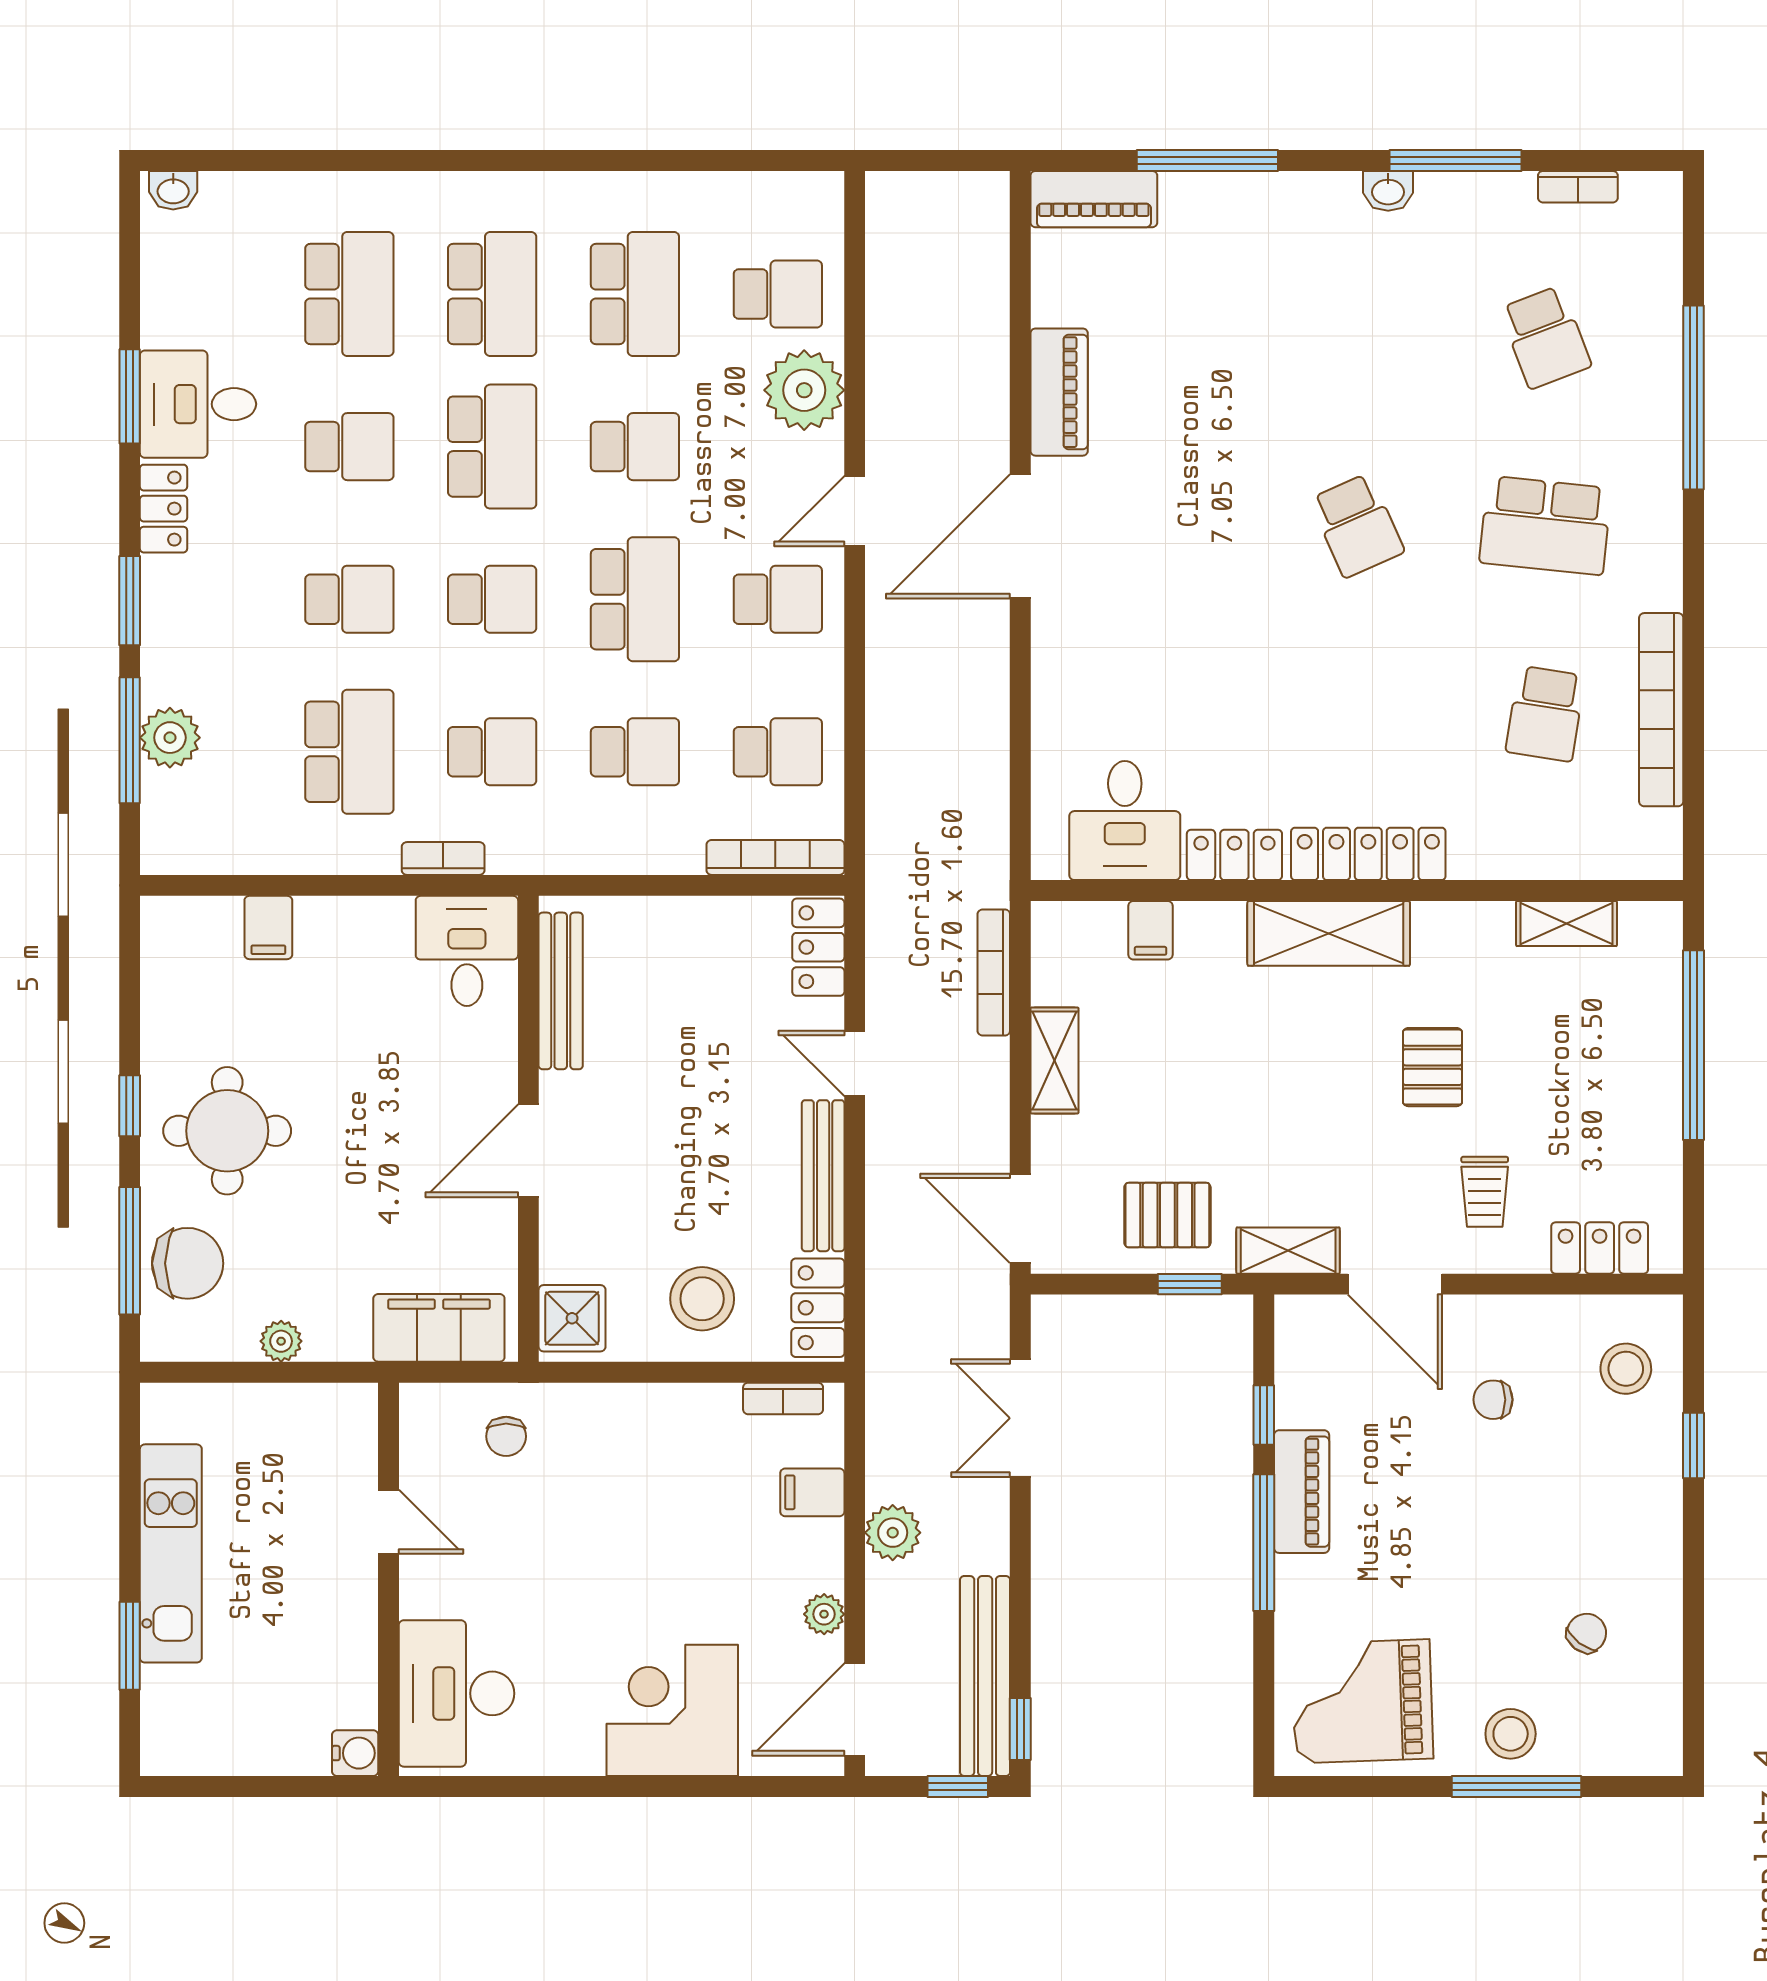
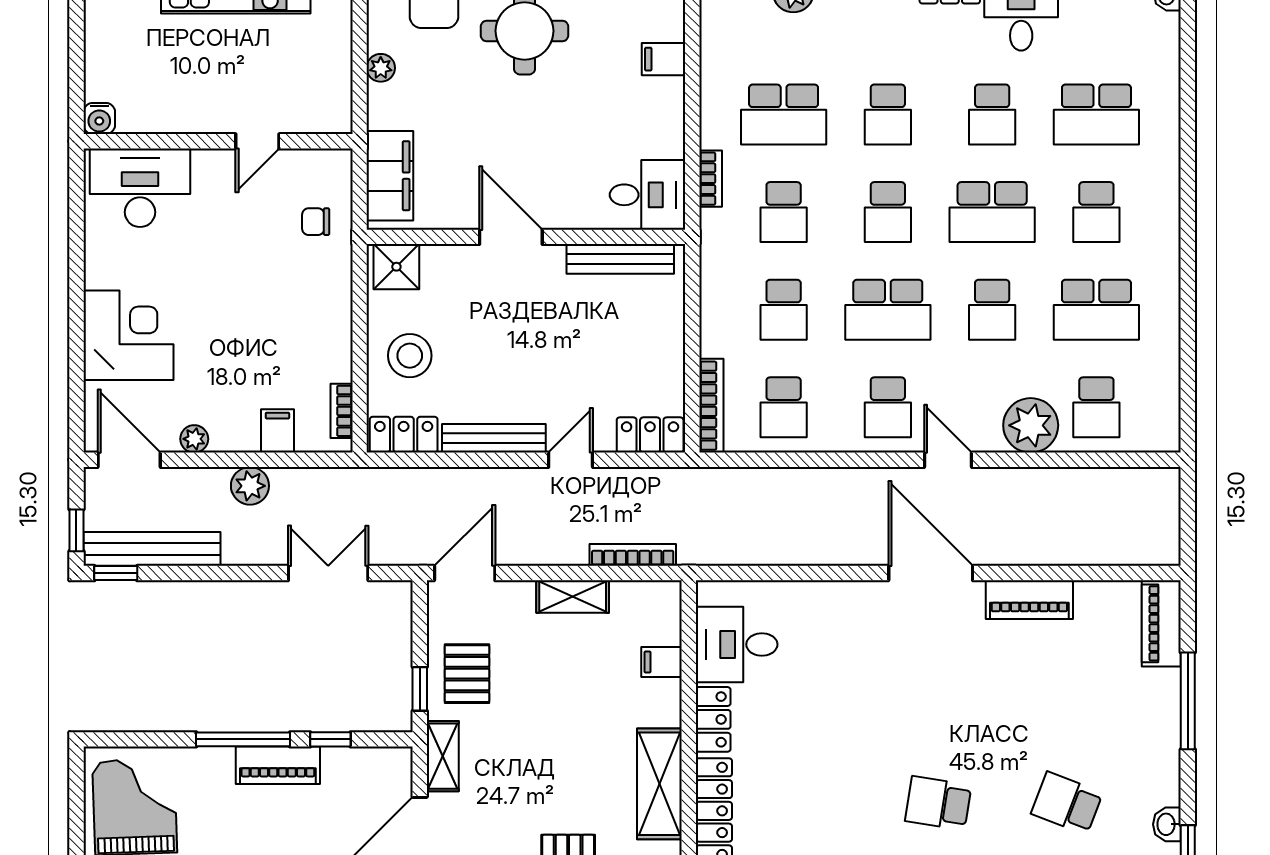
school desk: (492, 294) -> (1096, 212), width x0.54
school desk: (1357, 337) -> (1067, 803), added
school desk: (1357, 525) -> (938, 803), turned 33

